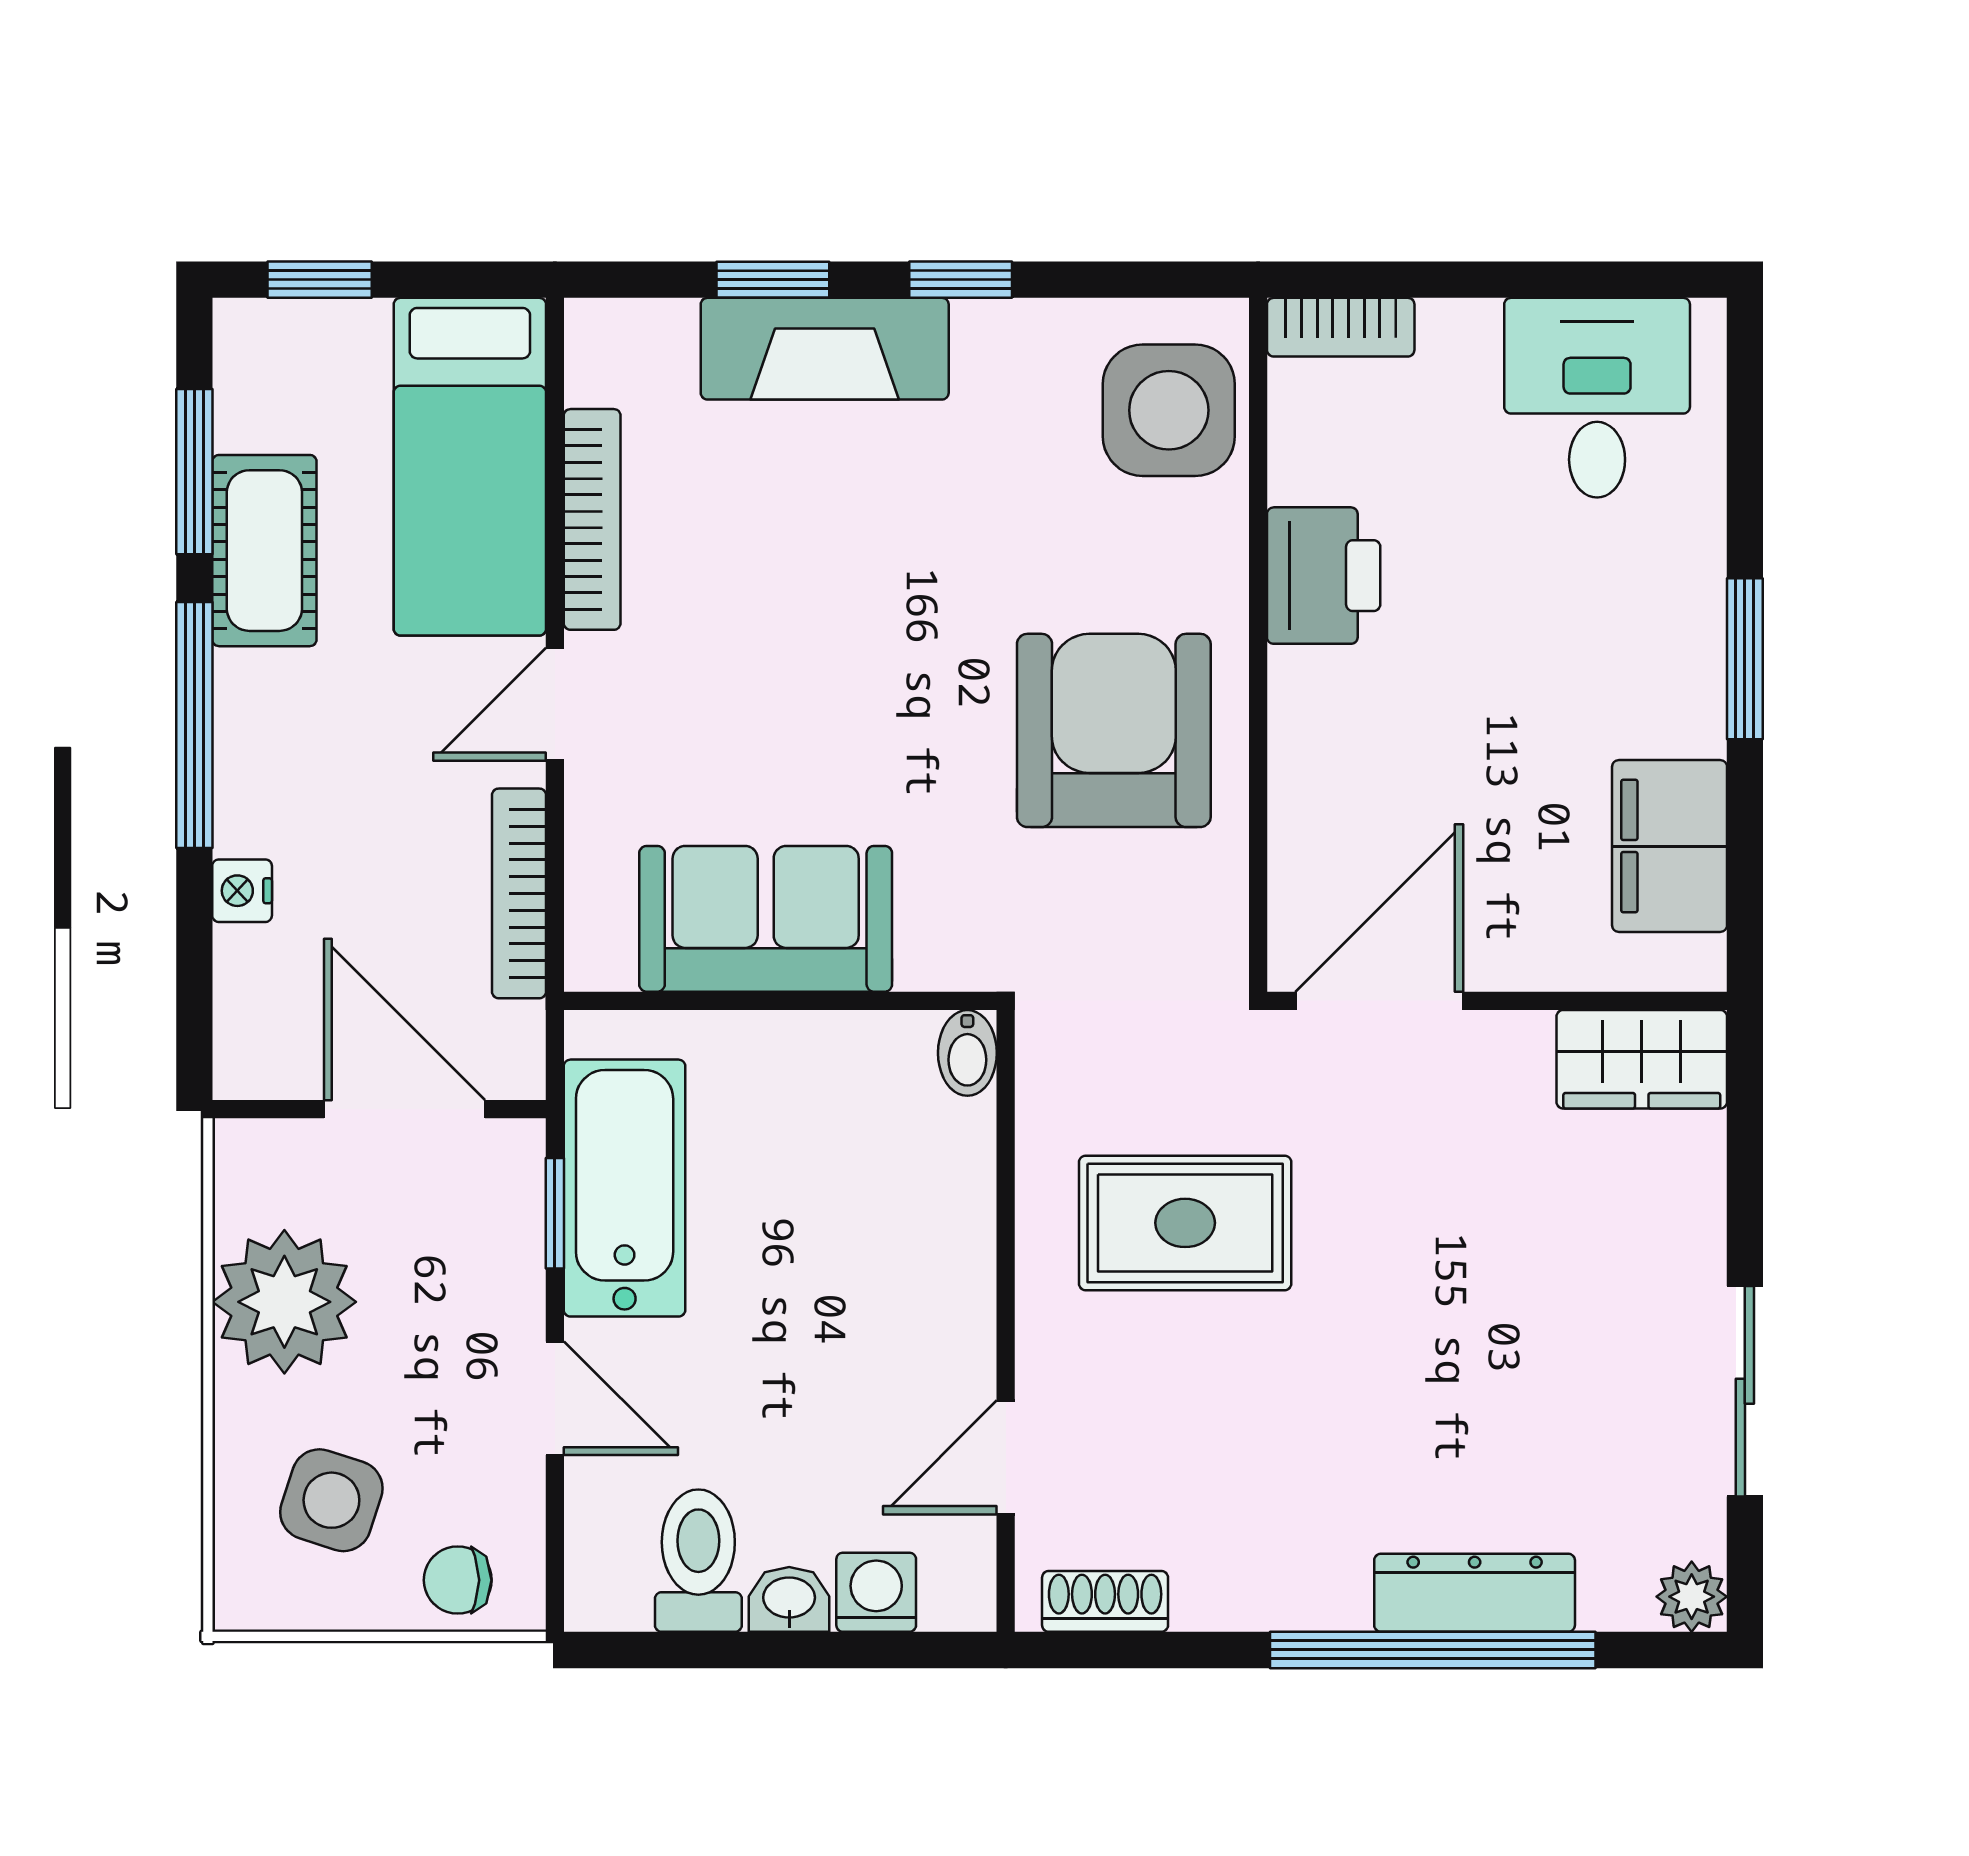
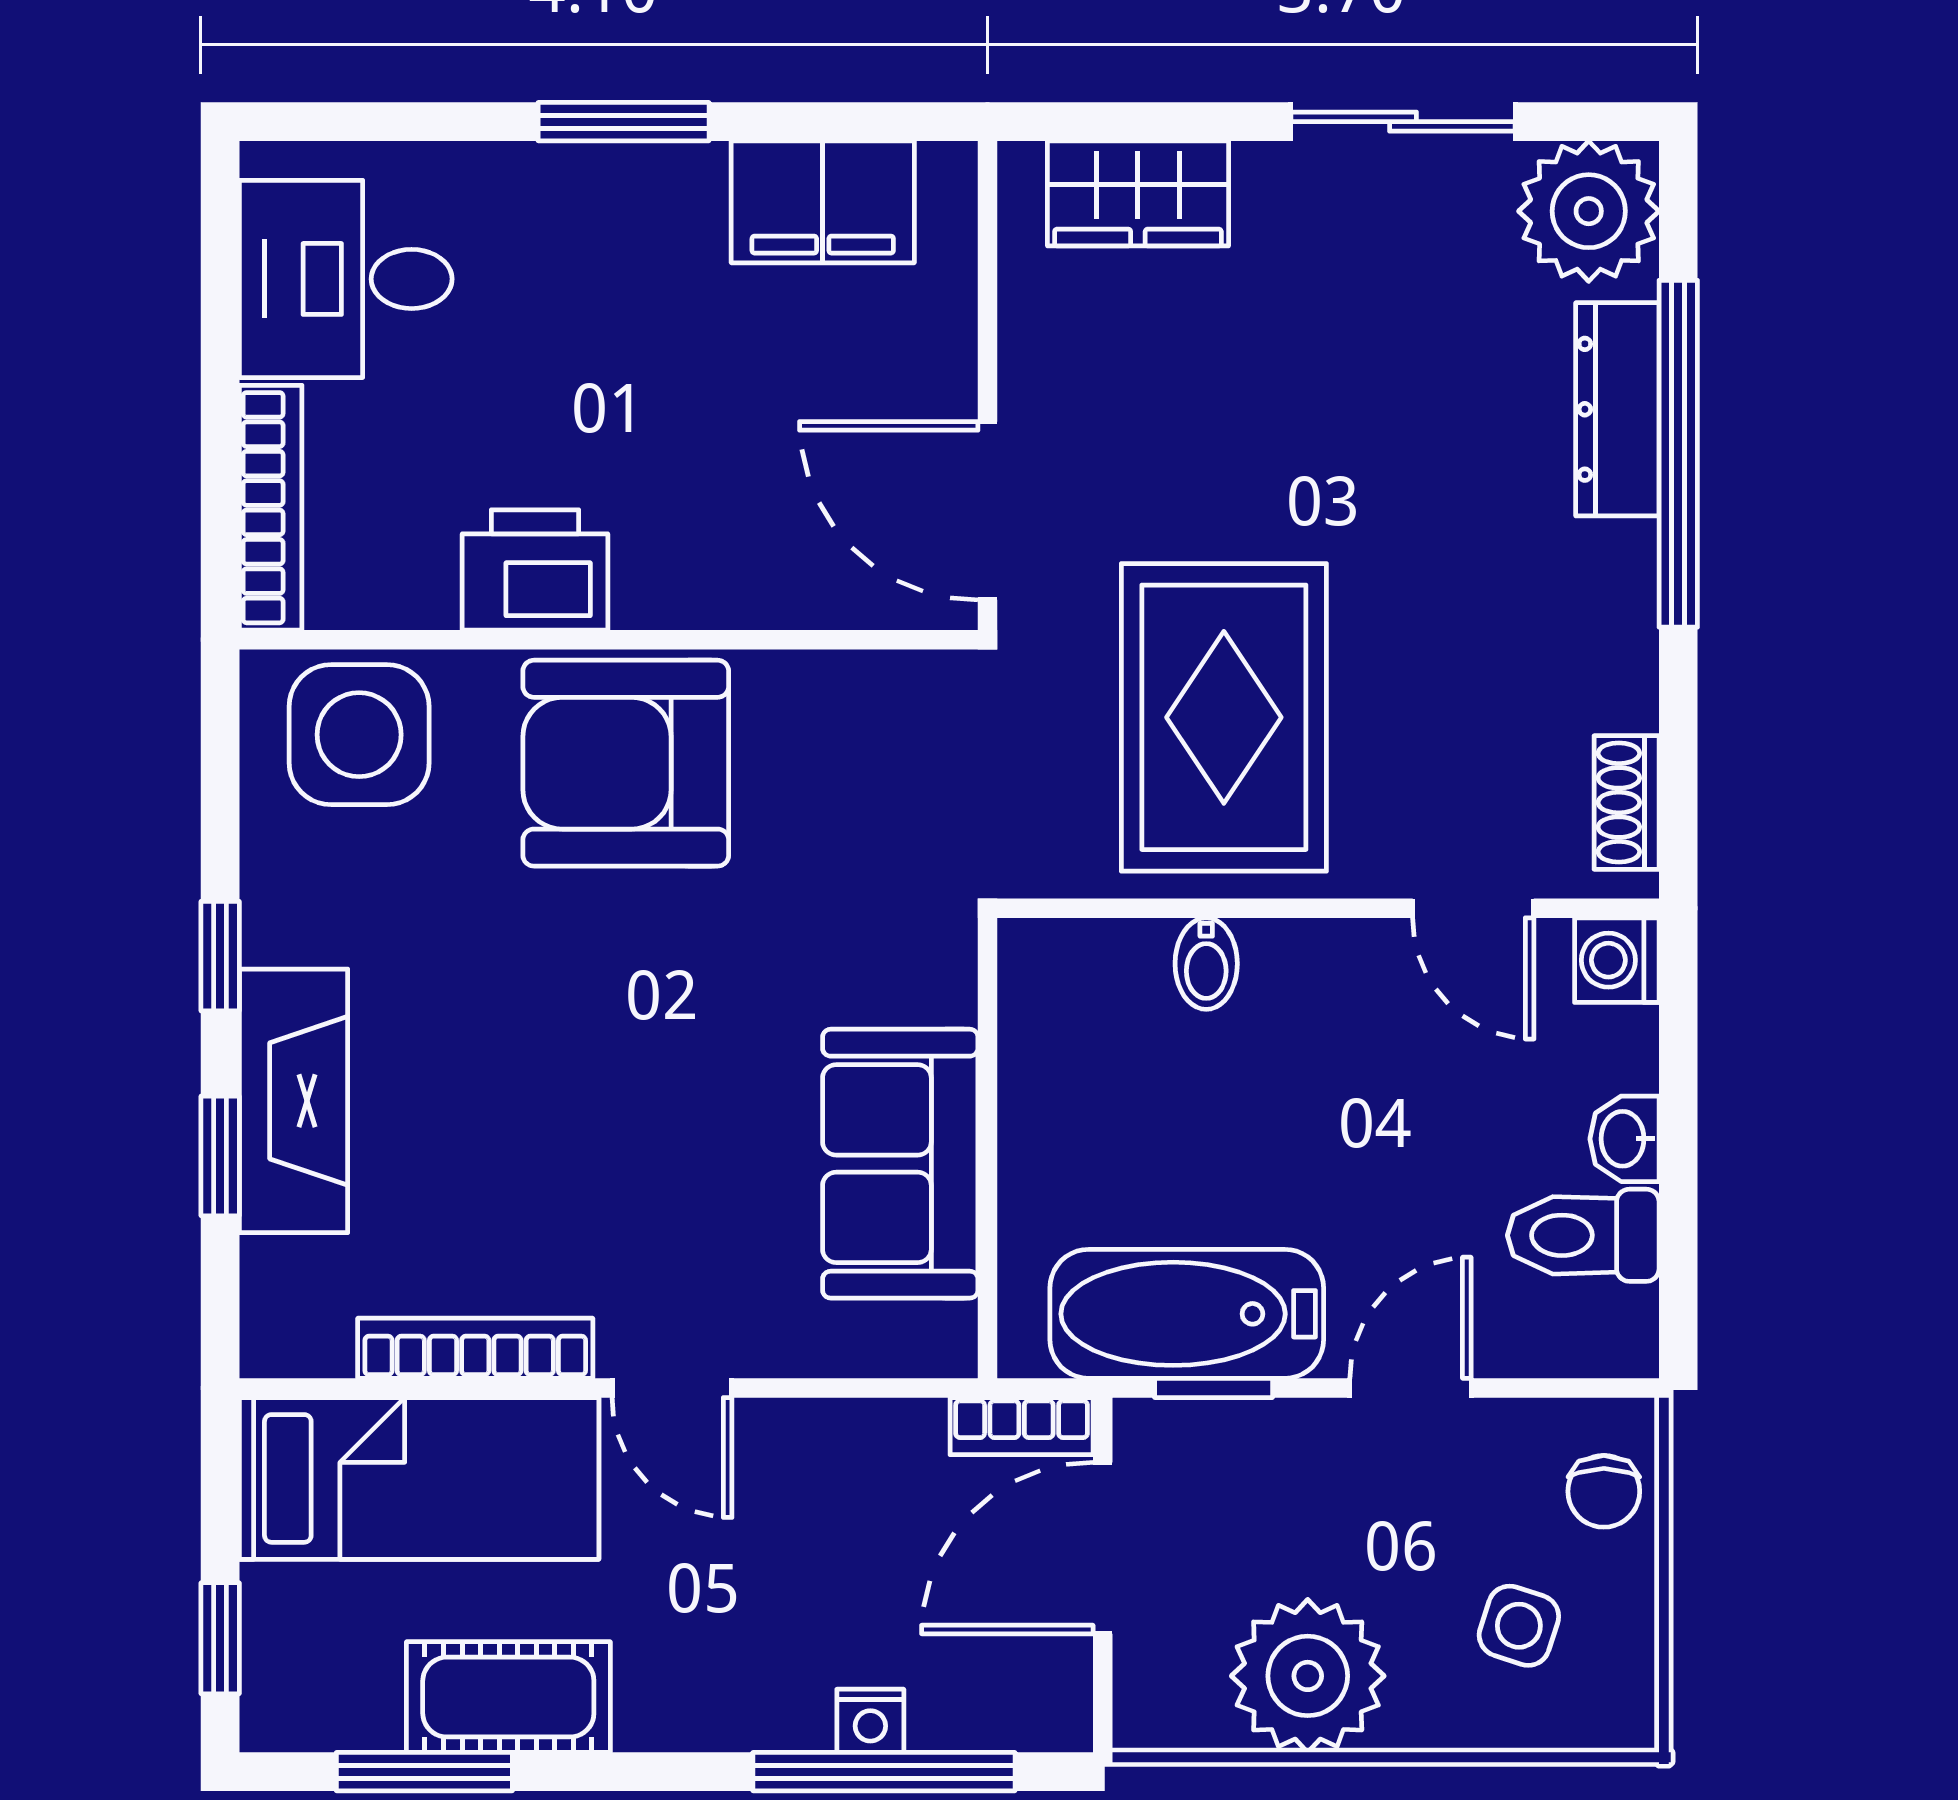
bookcase: (1341, 327) -> (271, 508), width x1.56
window: (194, 725) -> (884, 1772), moved
armchair: (1114, 730) -> (626, 763), moved
bookcase: (519, 893) -> (1022, 1426), moved, width x0.64
bidet: (967, 1053) -> (1206, 964), moved, turned 90
wardrobe: (1642, 1059) -> (1138, 193), moved, turned 90
rug: (1185, 1223) -> (1224, 717), width x1.36, depth x1.43
side table: (331, 1500) -> (1519, 1626), width x0.73, depth x0.73
washing machine: (876, 1592) -> (1617, 960), moved
plant: (1692, 1597) -> (1589, 211), width x1.88, depth x1.88

